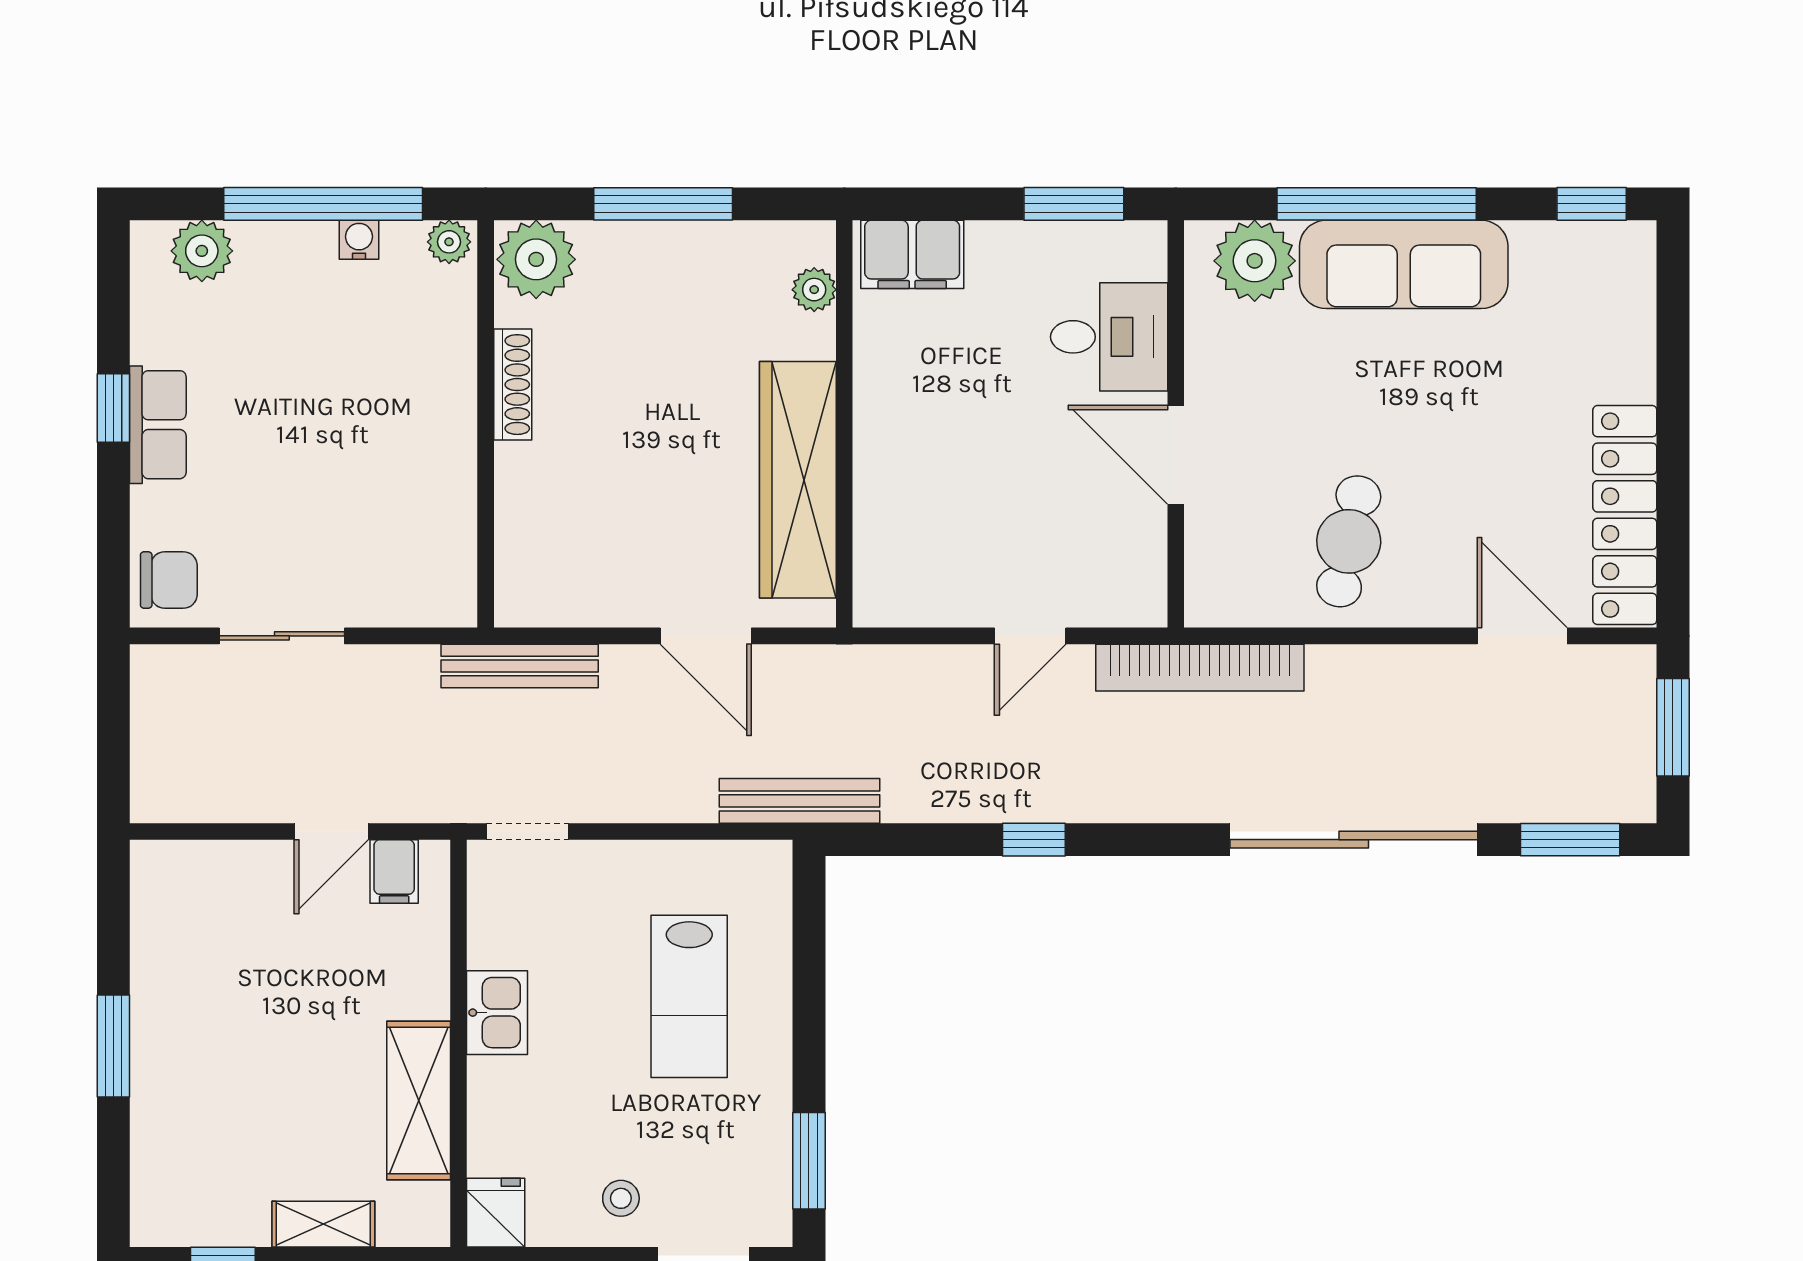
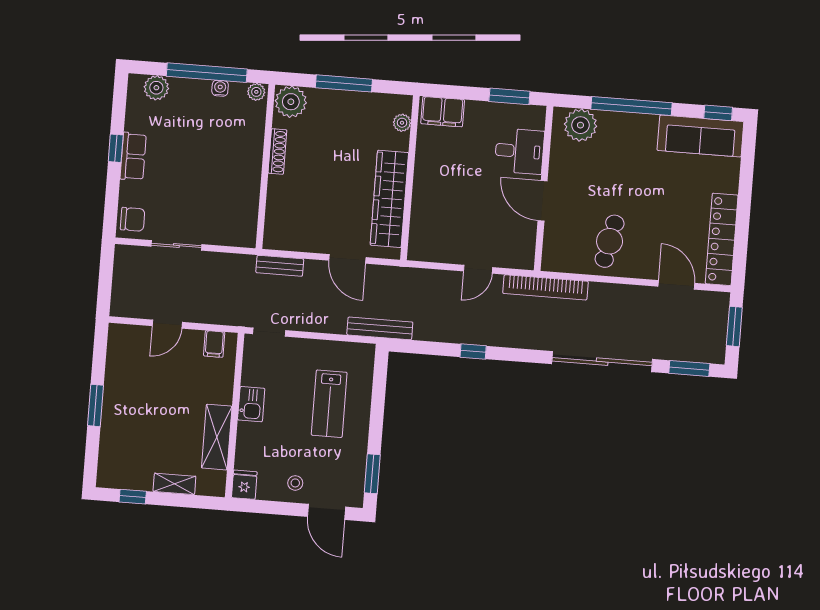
sofa: (1404, 264) -> (700, 136), moved
bench: (520, 666) -> (280, 266), width x0.73
door: (331, 831) -> (167, 324), moved

